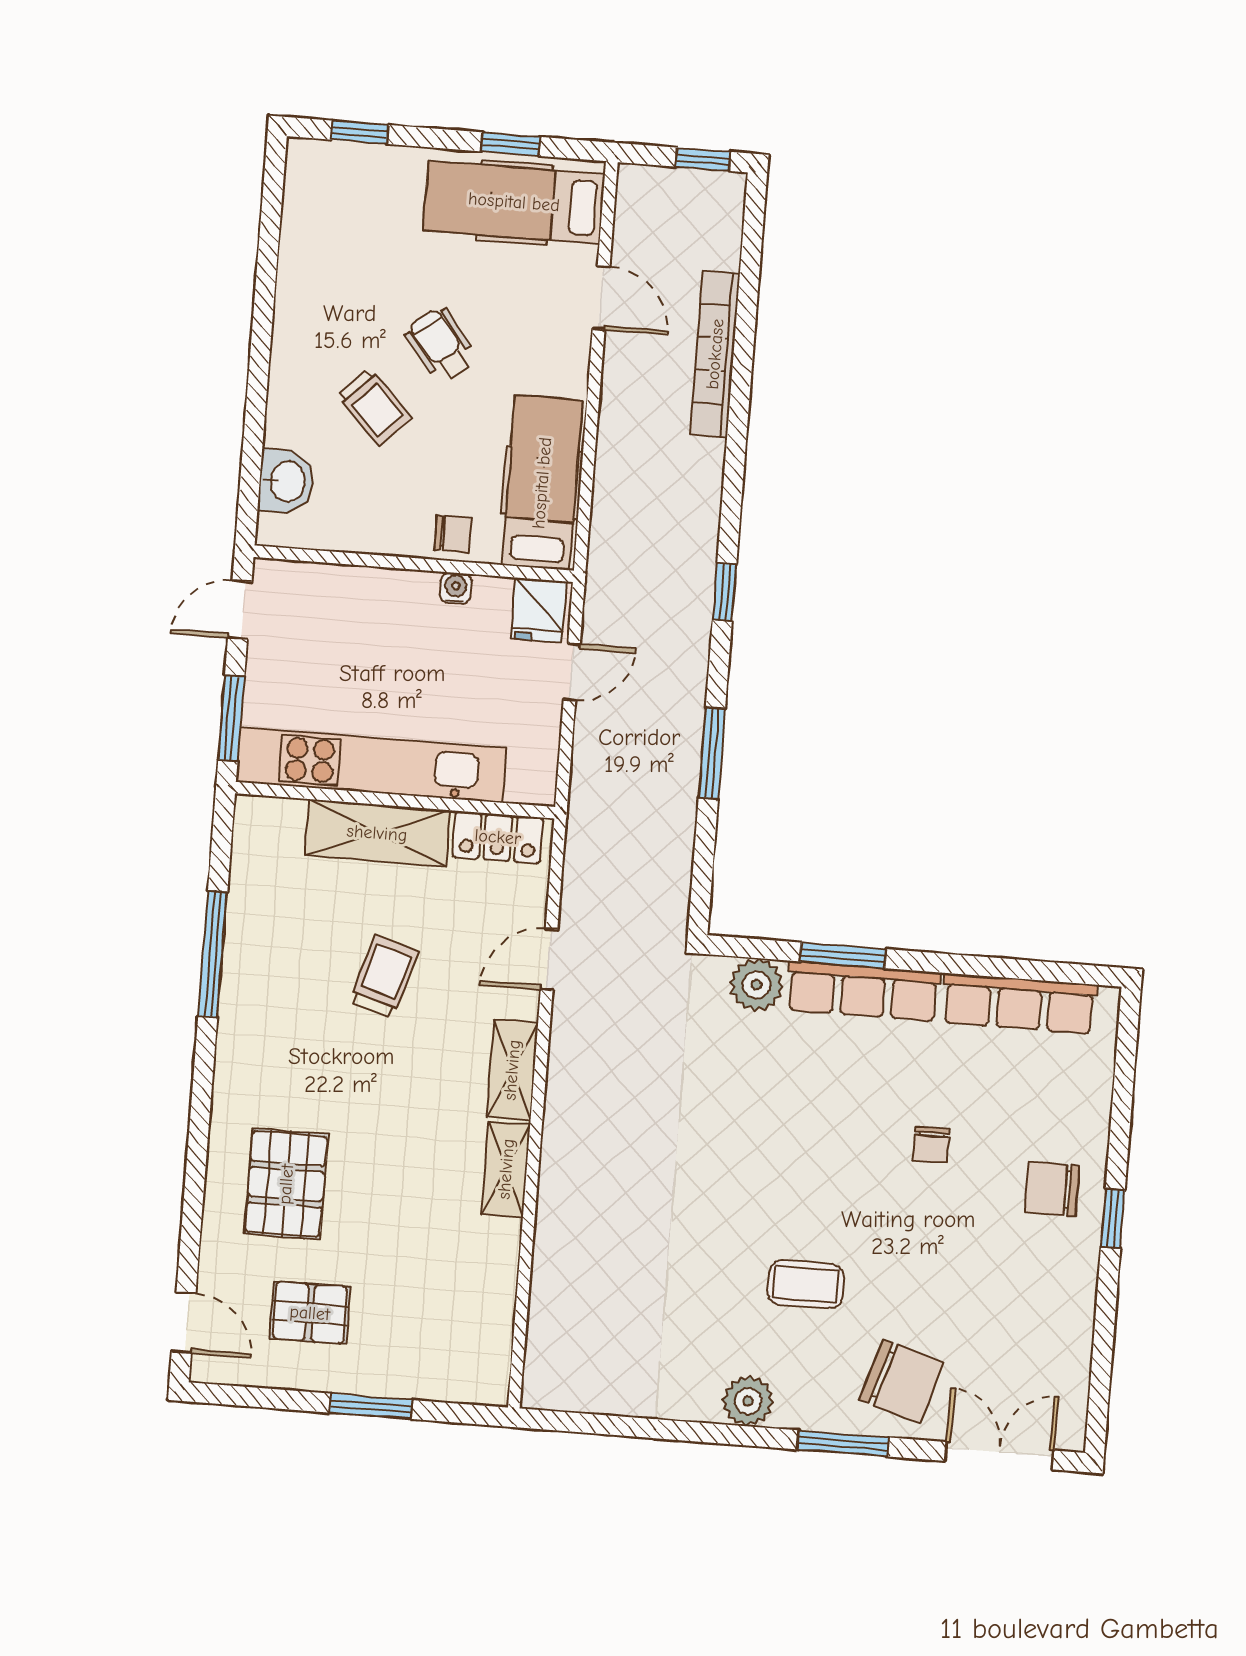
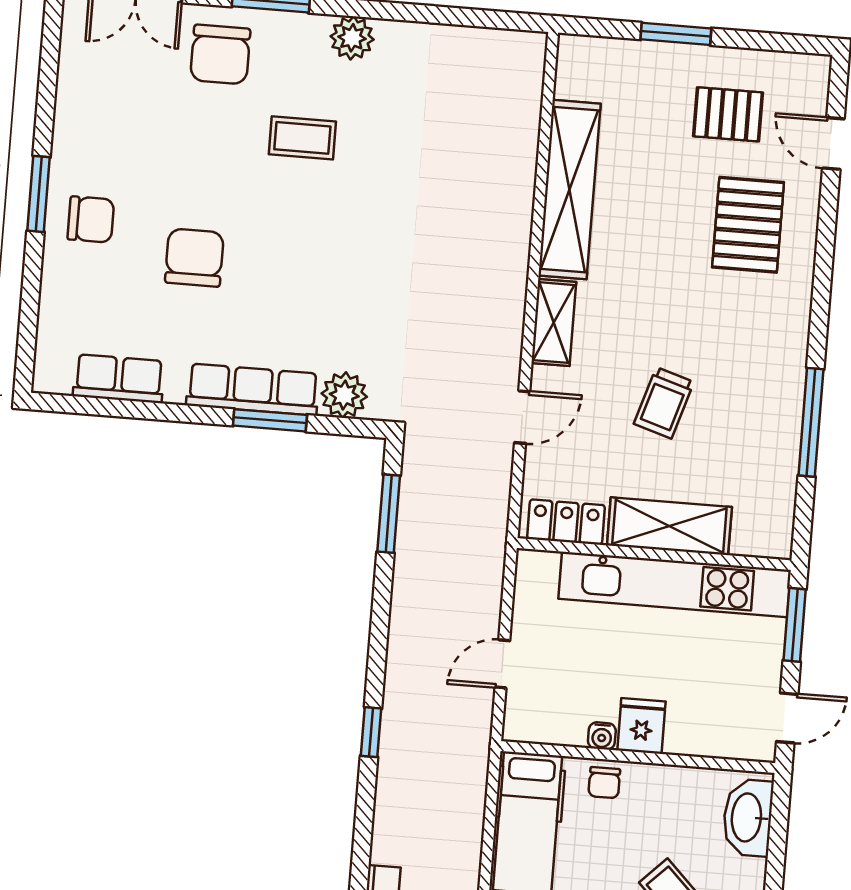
washbasin: (286, 481) -> (748, 818), width x1.38
chair: (453, 534) -> (604, 783), turned -90
fridge: (539, 610) -> (641, 726), moved
window: (712, 753) -> (389, 514), moved
row of seats: (1019, 1004) -> (119, 379), width x0.68
chair: (931, 1145) -> (194, 258), width x1.87, depth x1.87
shelving: (506, 1169) -> (570, 190), width x2.20, depth x1.33
window: (1113, 1219) -> (39, 194), width x1.50
door: (184, 1323) -> (833, 144), moved
chair: (902, 1381) -> (220, 55), turned -107

